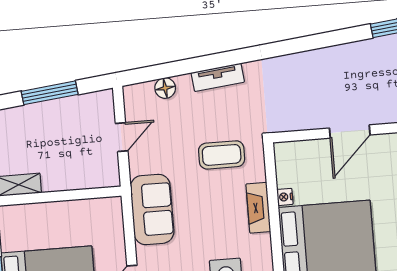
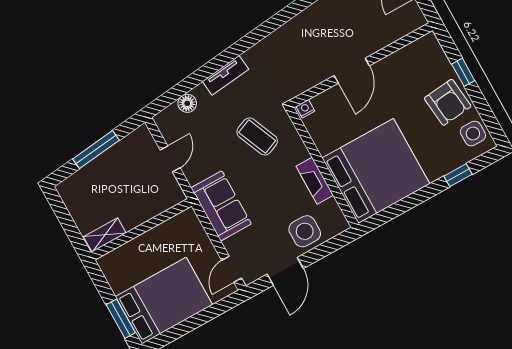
coffee table: (222, 155) -> (257, 136), turned 67
nightstand: (285, 197) -> (305, 109), moved, turned 90
fireplace: (258, 208) -> (315, 181), moved

